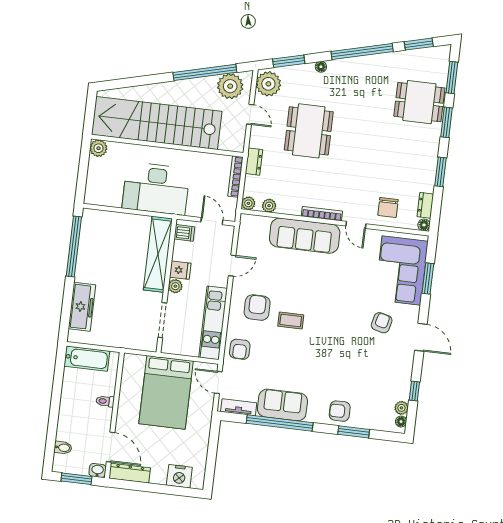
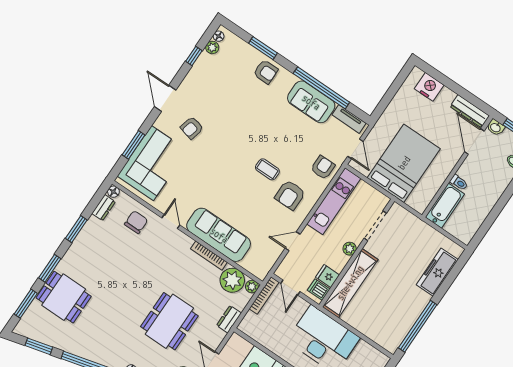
bookcase: (236, 177) -> (264, 296), moved
plant: (269, 206) -> (232, 280), width x1.87, depth x1.87
bookcase: (322, 214) -> (209, 256), moved
fridge: (180, 270) -> (328, 276), moved
bathtub: (87, 359) -> (445, 206), moved, turned 90

